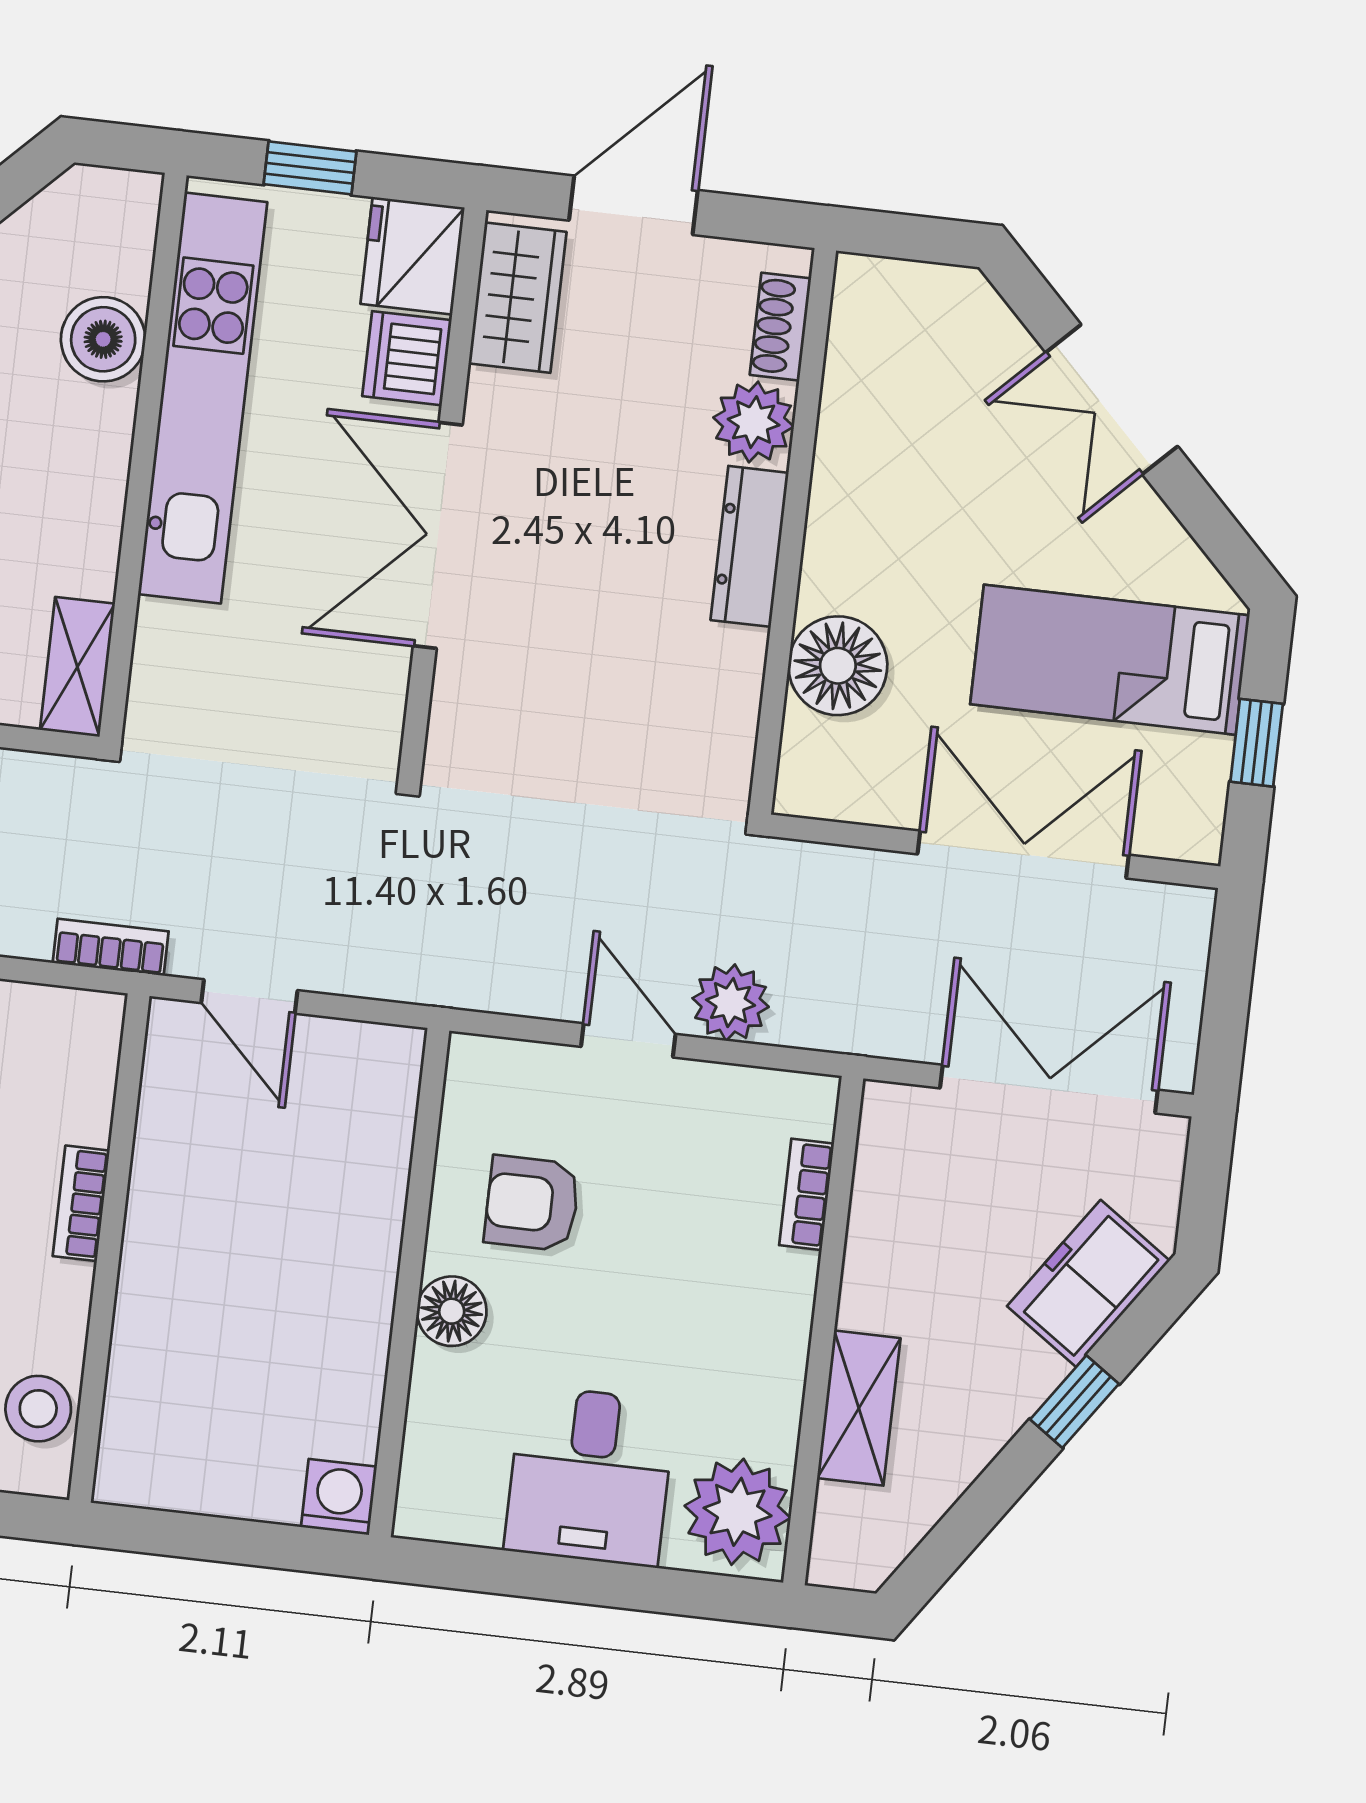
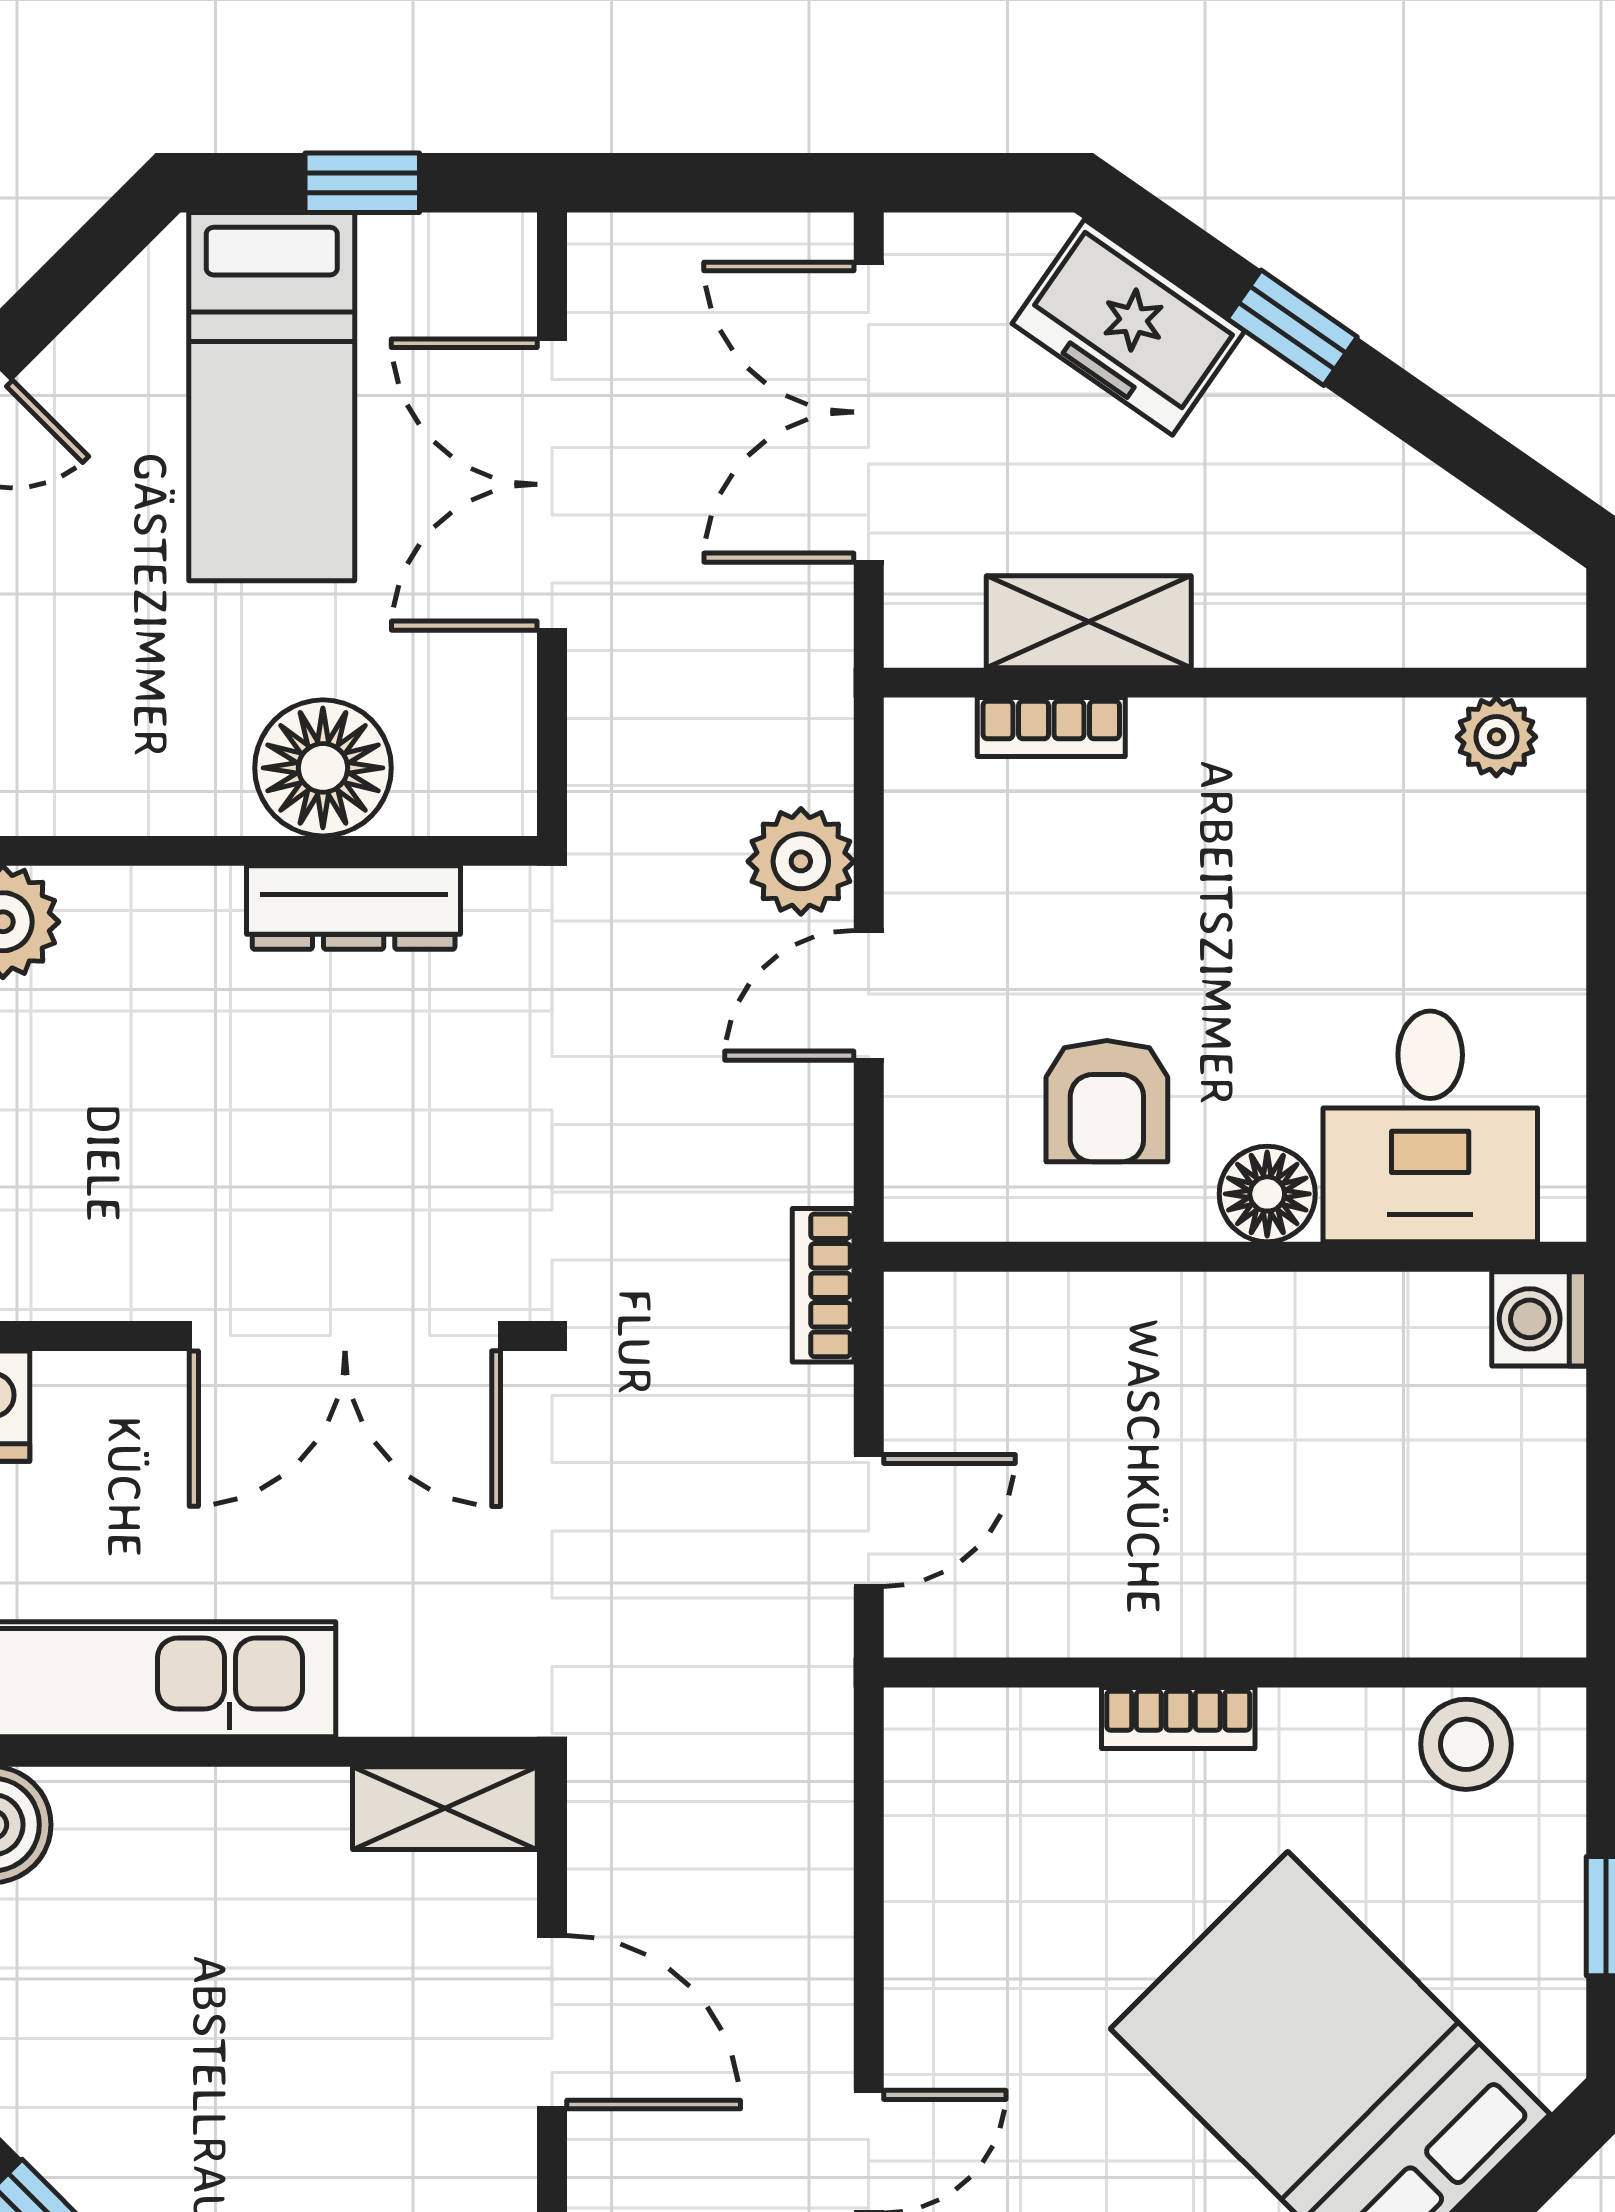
double door: (438, 535) -> (345, 1336), moved
dresser: (750, 546) -> (354, 908), moved
bookcase: (111, 947) -> (823, 1285), moved
shelving: (859, 1408) -> (1089, 622), moved
desk: (590, 1476) -> (1430, 1126), moved, turned 90
plant: (738, 1512) -> (1496, 737), width x0.53, depth x0.53

